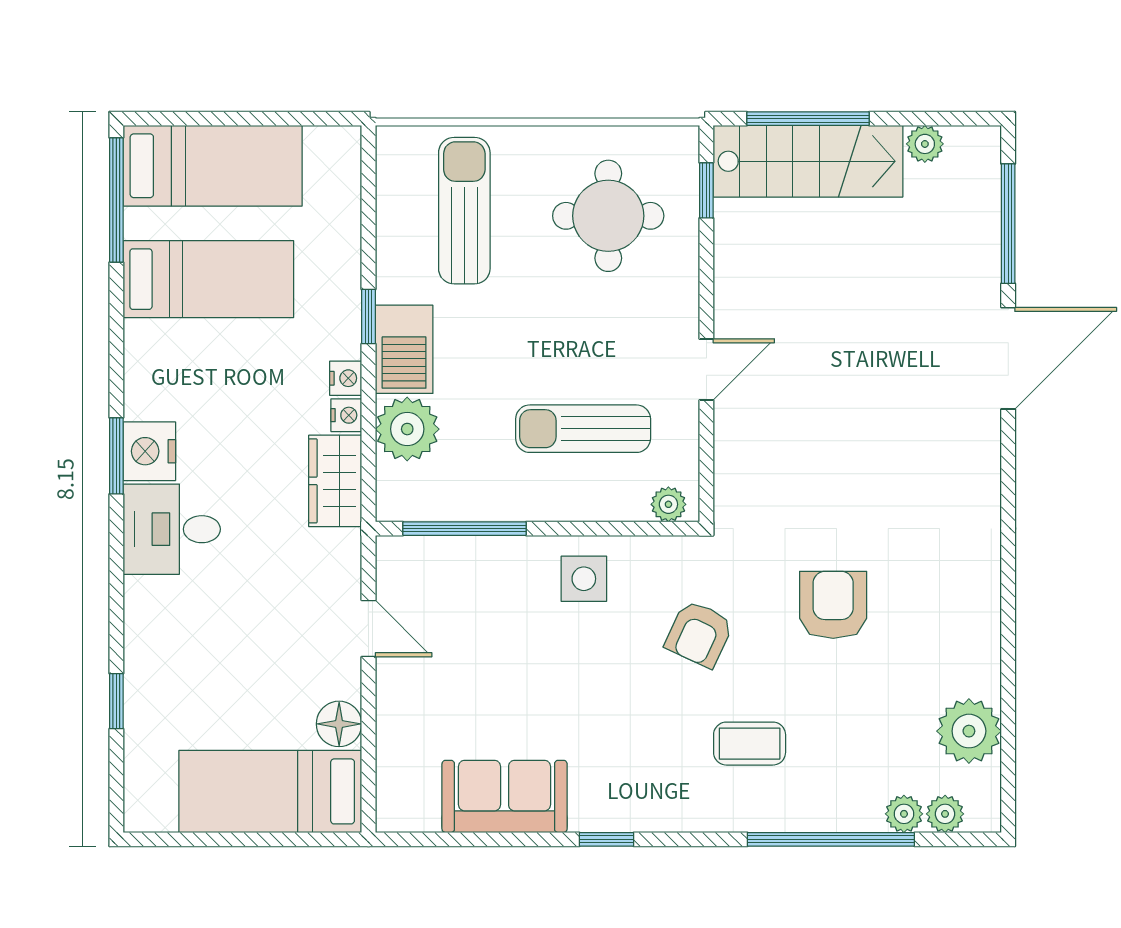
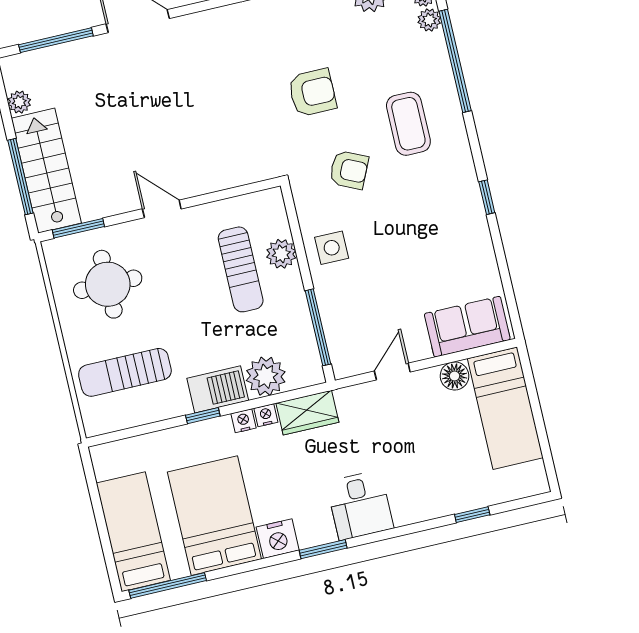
window: (706, 190) -> (78, 228), width x1.50
bed: (208, 279) -> (214, 516), width x1.50
door: (706, 369) -> (162, 209), moved
nightstand: (149, 451) -> (278, 539), moved
plant: (668, 504) -> (281, 254), moved, width x1.38, depth x1.38
armchair: (833, 605) -> (312, 93), turned 180
coffee table: (750, 744) -> (408, 124), width x1.36, depth x1.30
sofa: (505, 796) -> (467, 327), moved, turned 90

